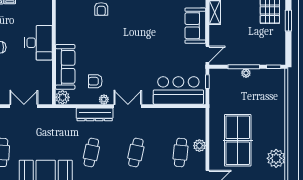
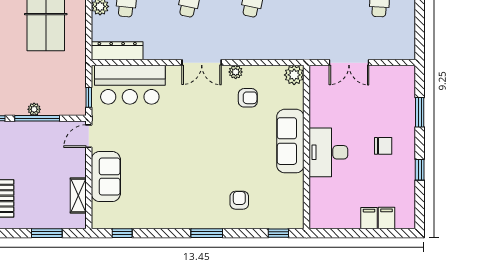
sofa: (65, 67) -> (290, 141), moved
dresser: (95, 114) -> (117, 51), moved

